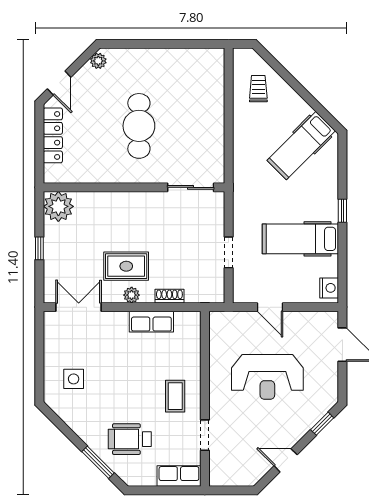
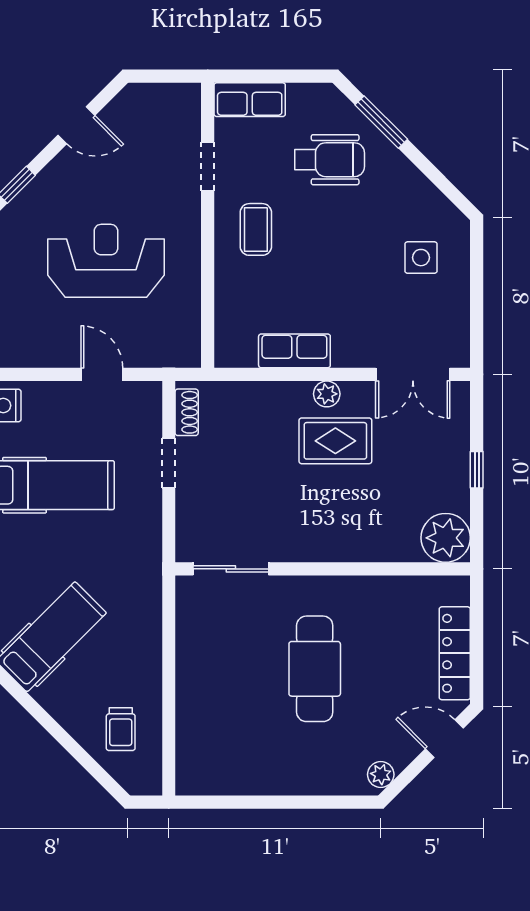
door: (59, 83) -> (444, 739), hinge flipped
shoe rack: (169, 296) -> (187, 412), moved, turned -90

